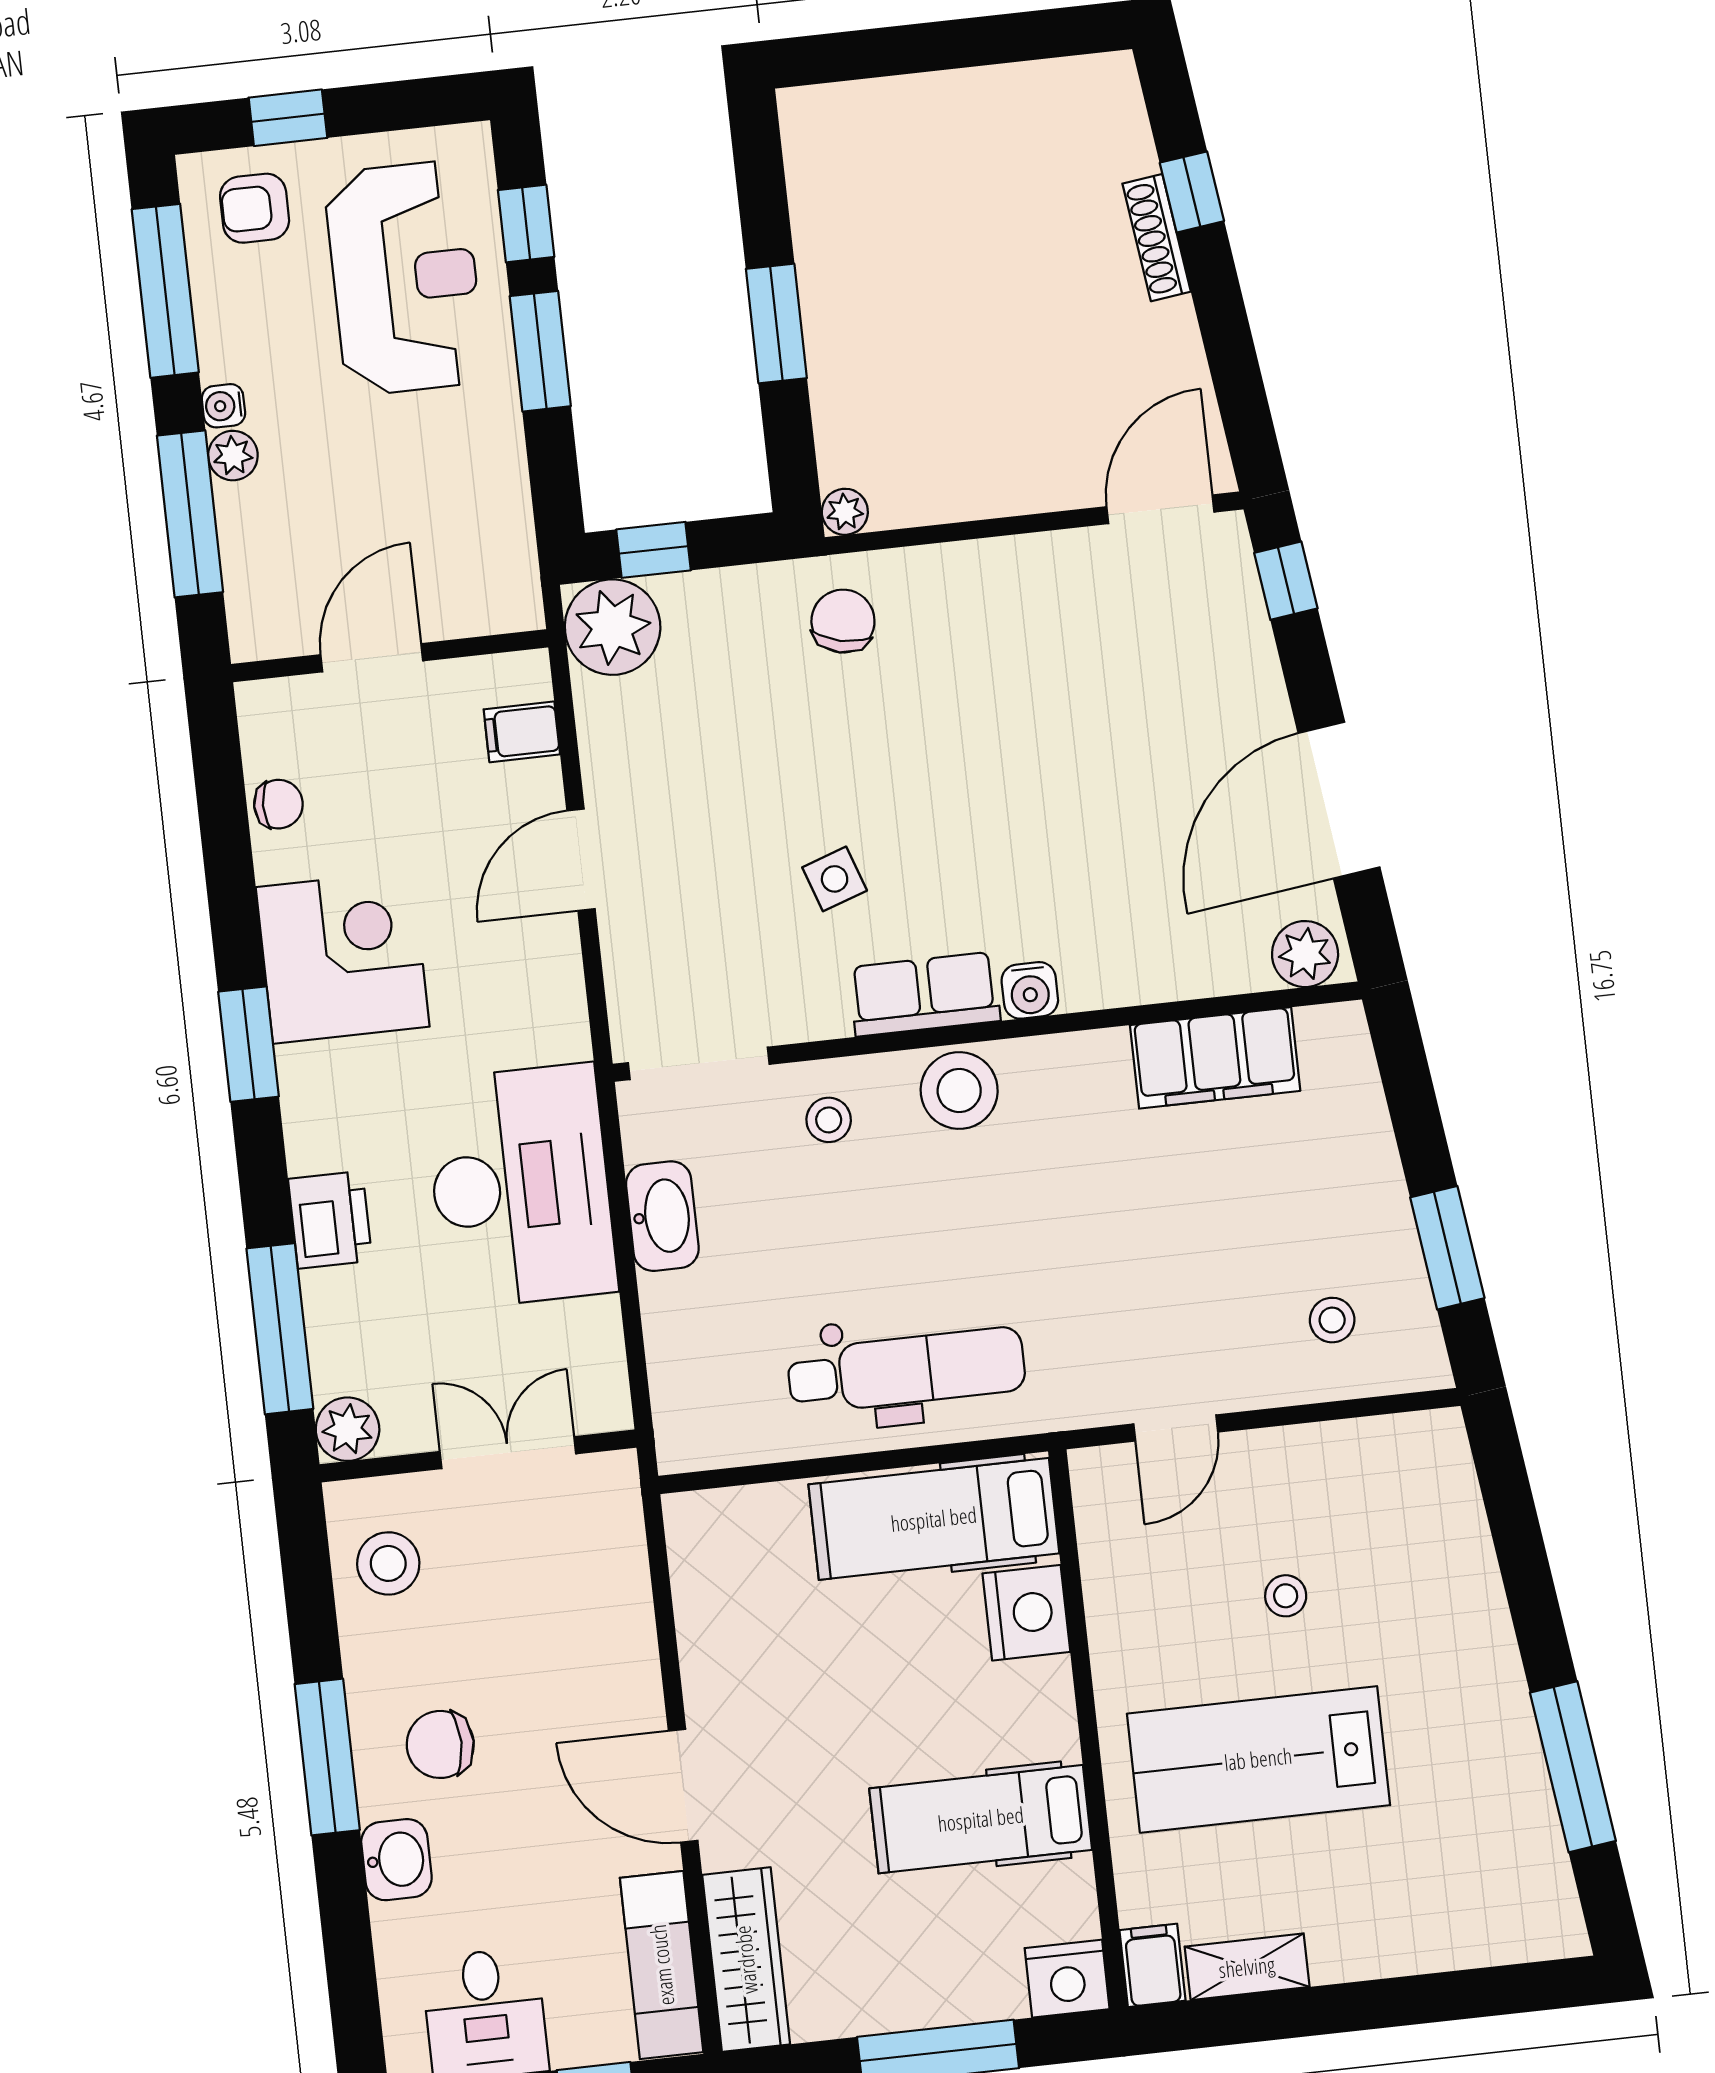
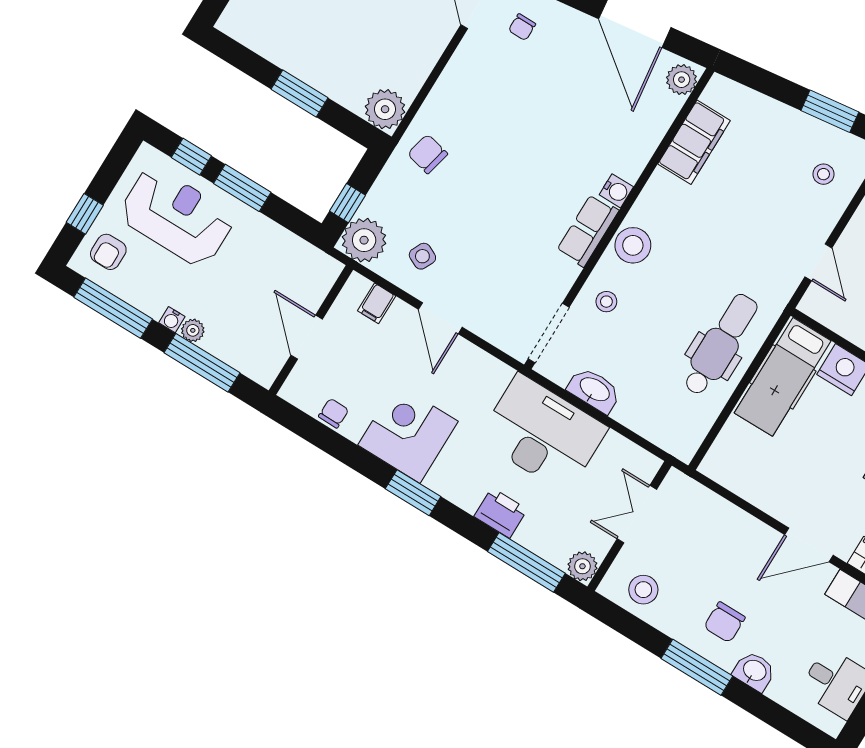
plant: (845, 512) -> (385, 109), width x1.87, depth x1.87
chair: (1183, 614) -> (522, 27), added
side table: (835, 879) -> (422, 256), moved, turned 45

